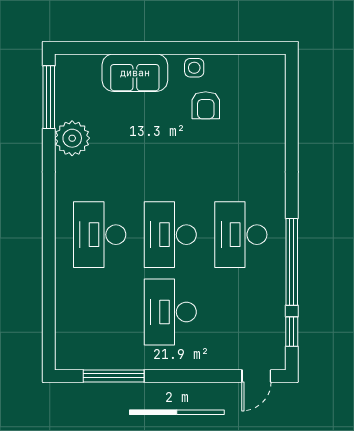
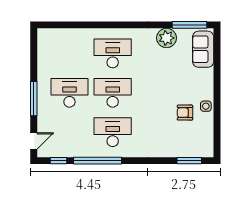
sofa: (135, 73) -> (203, 49), moved
window: (292, 98) -> (189, 161), added
window: (114, 376) -> (34, 99), moved
door: (256, 376) -> (34, 141), swing flipped

